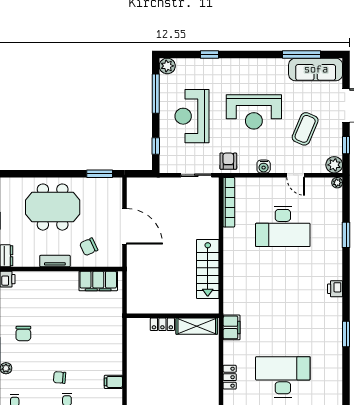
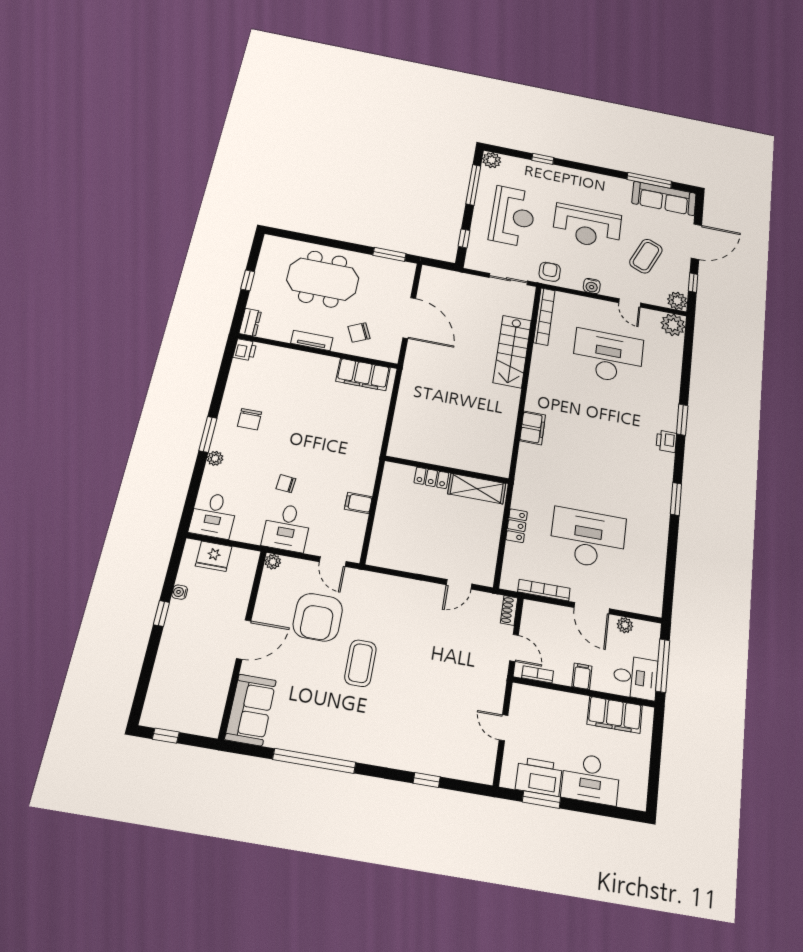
reception desk: (192, 116) -> (513, 216), turned 180
plant: (337, 183) -> (673, 325), width x1.88, depth x1.88
desk: (283, 226) -> (608, 356), turned 180
window: (346, 235) -> (682, 420), moved
stairs: (208, 269) -> (512, 351), moved
wall: (173, 316) -> (447, 470), moved
locker: (162, 324) -> (431, 478), moved
shelving: (197, 326) -> (477, 489), moved
filing cabinet: (232, 327) -> (533, 428), moved

